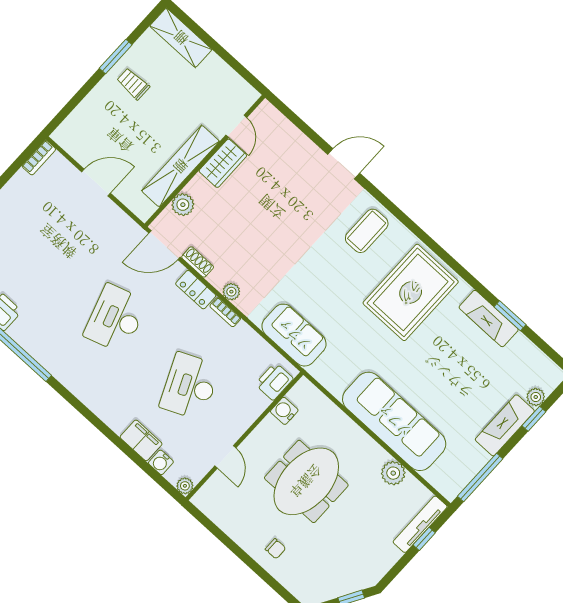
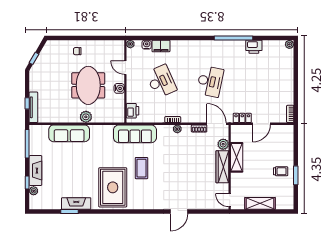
shelving: (181, 38) -> (260, 203), moved
door: (236, 126) -> (230, 200), moved
wardrobe: (223, 163) -> (222, 167), width x1.50
shelving: (181, 166) -> (237, 157), width x0.68
coffee table: (367, 231) -> (141, 168), moved
door: (165, 245) -> (217, 124), hinge flipped
locker: (196, 290) -> (242, 118), moved
desk: (116, 318) -> (210, 81), turned 30
sofa: (294, 335) -> (135, 134), width x1.36
water cooler: (284, 411) -> (119, 88), moved
sofa: (394, 421) -> (69, 133), width x0.74, depth x0.79
plant: (393, 473) -> (86, 117), moved

